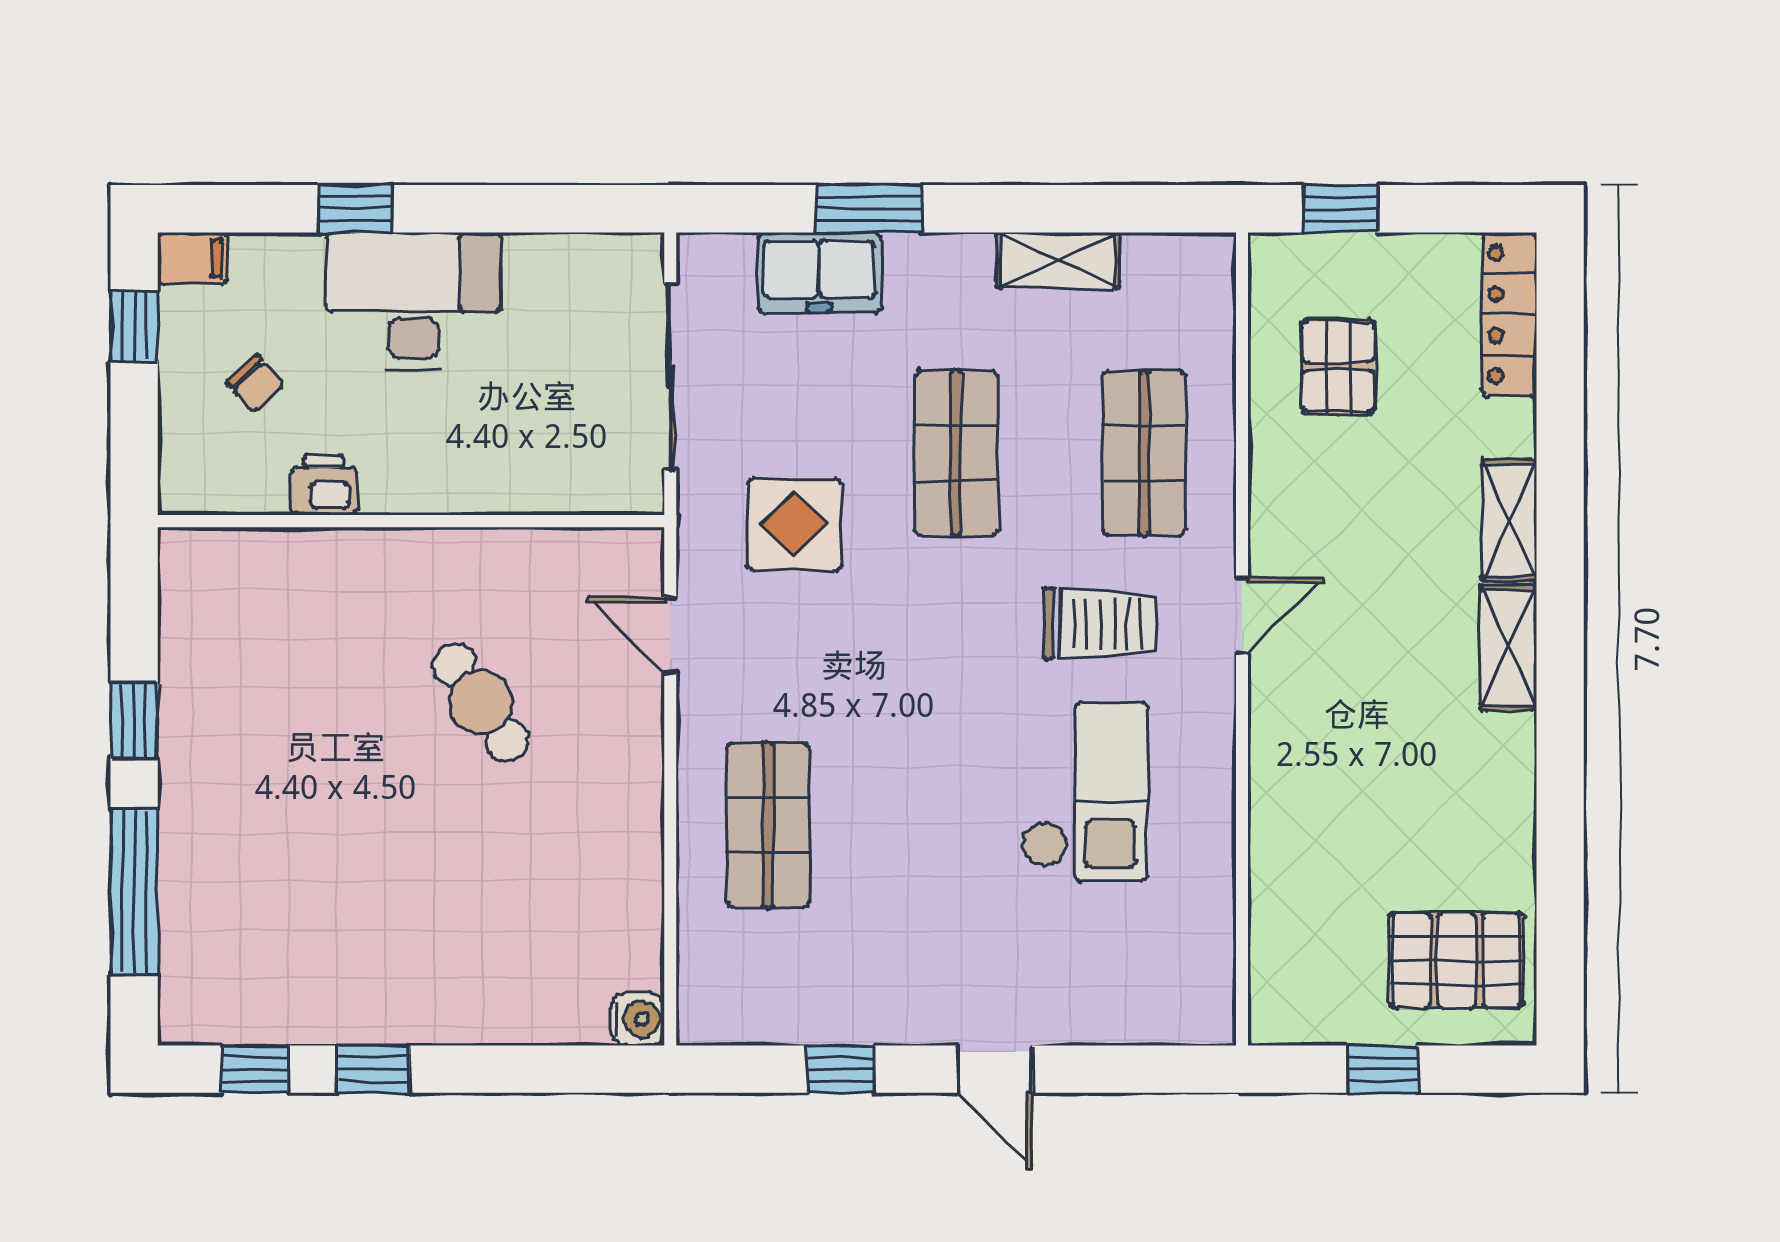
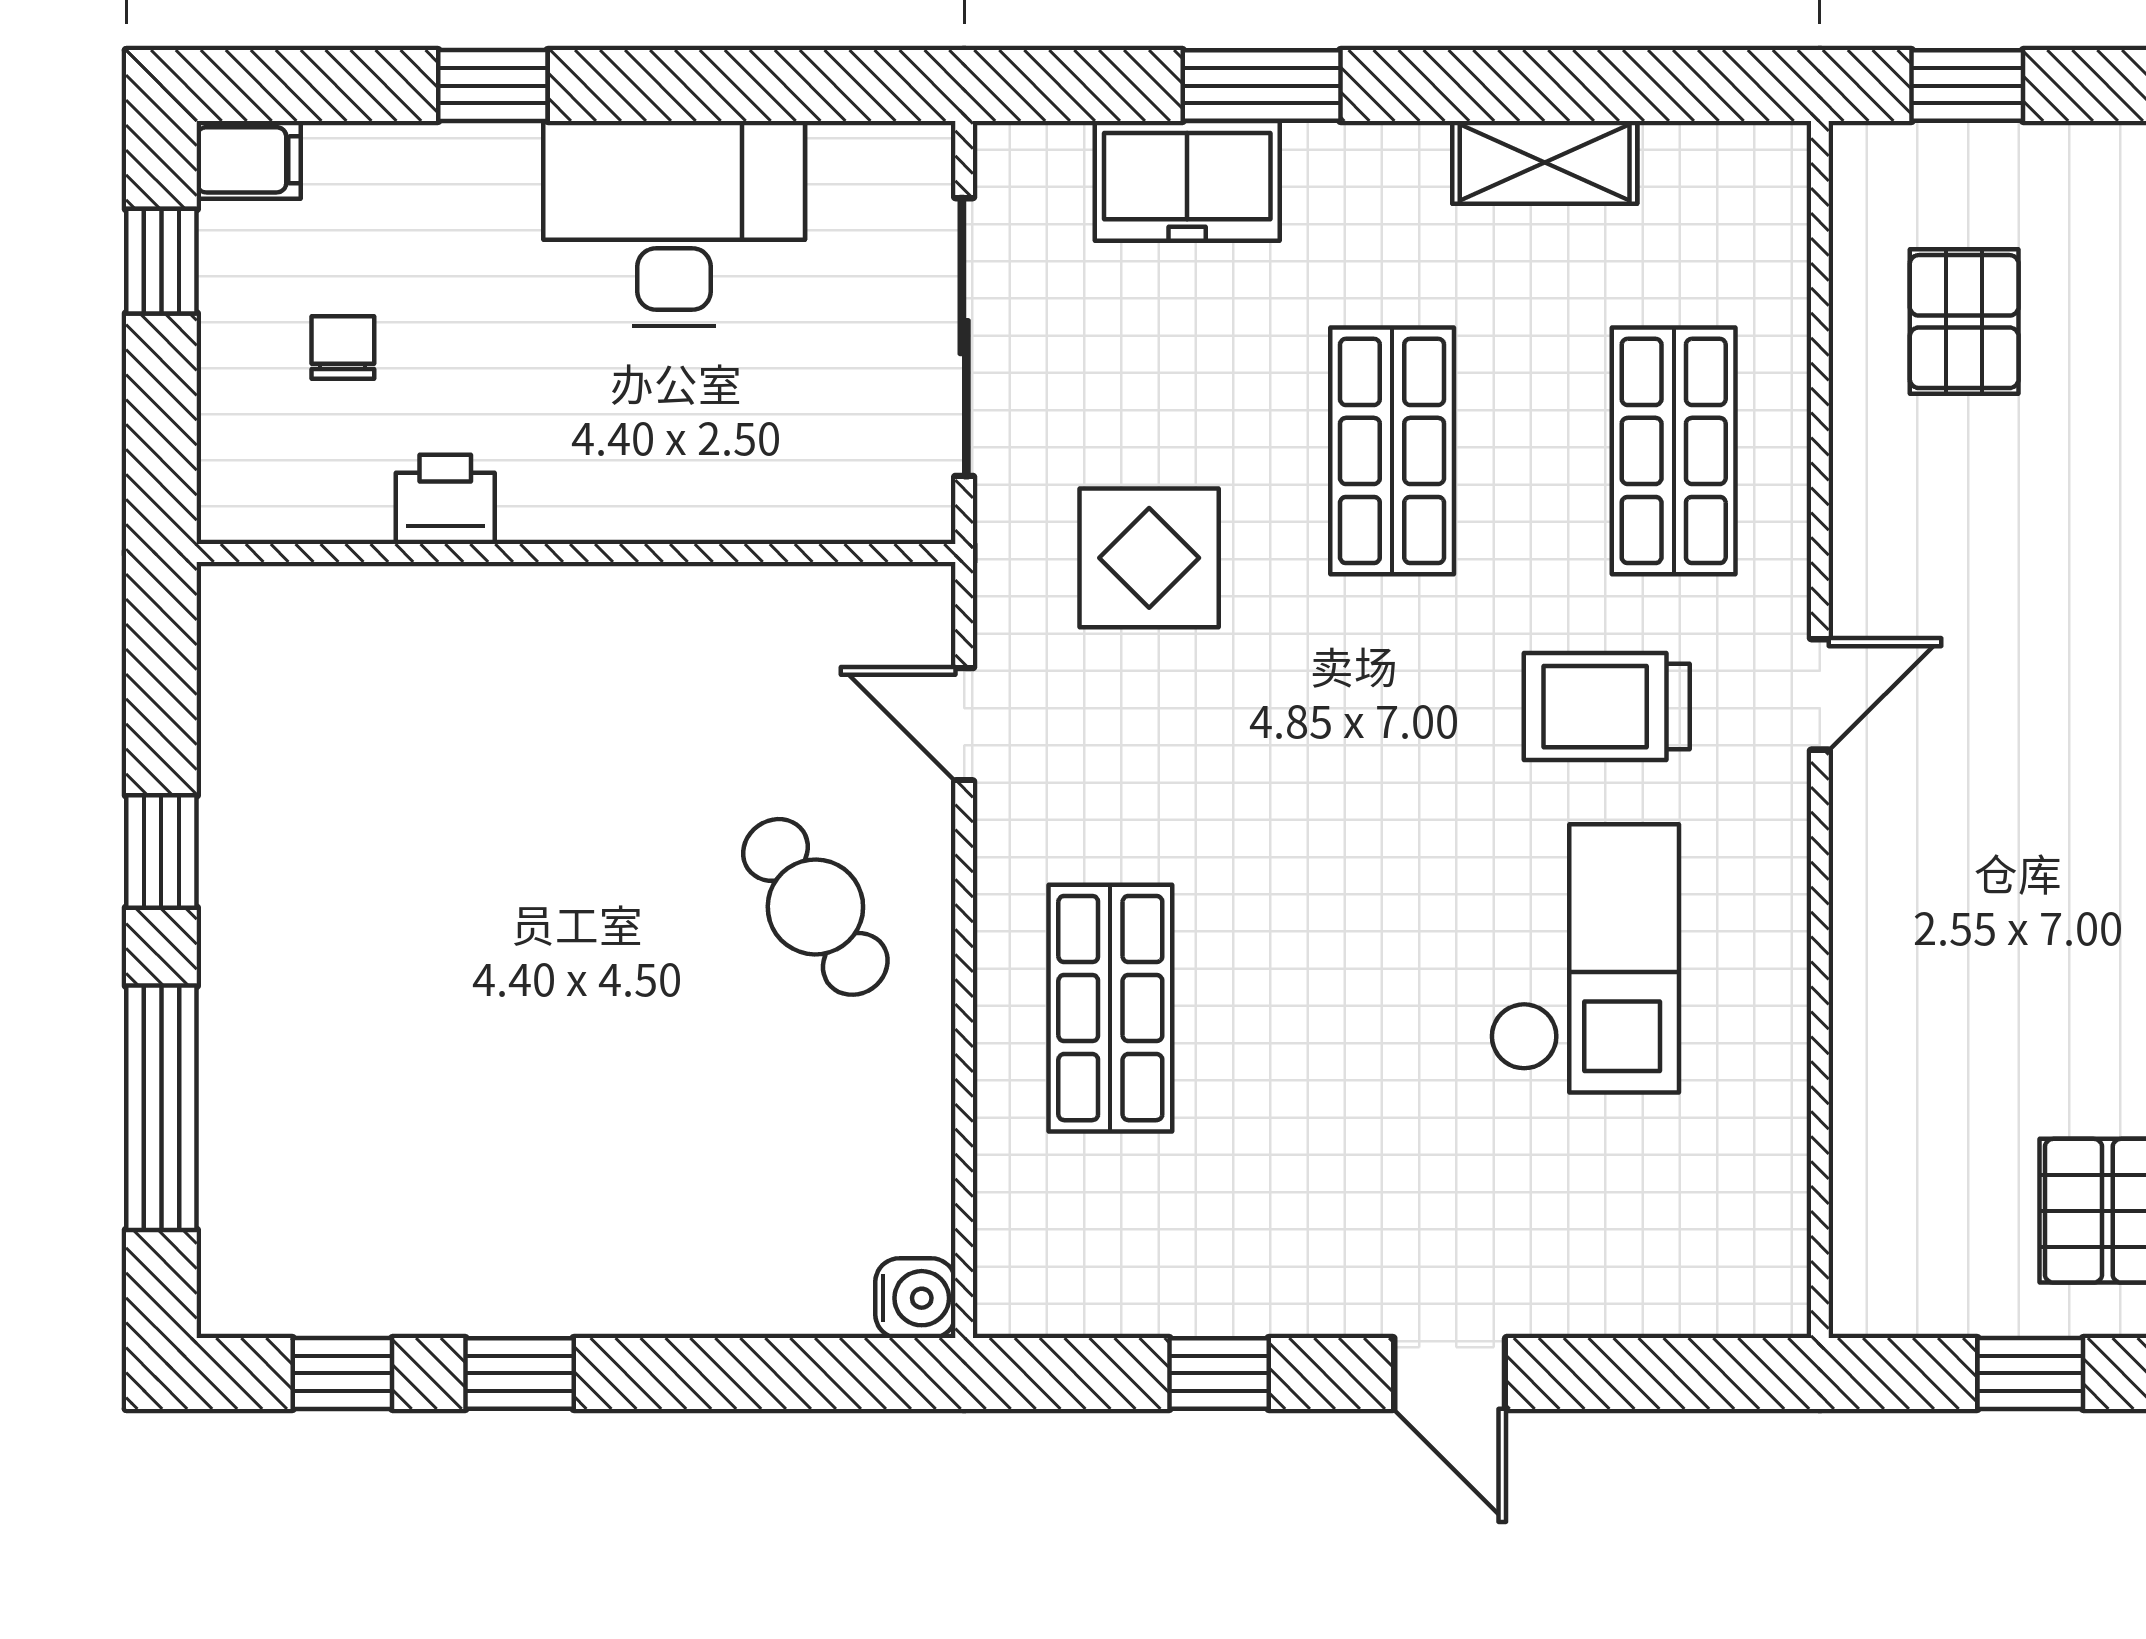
desk: (414, 301) -> (674, 224), moved
chair: (255, 384) -> (343, 347), turned -138
trolley: (1100, 624) -> (1607, 707), turned 180
cafe table: (481, 702) -> (815, 907), moved

